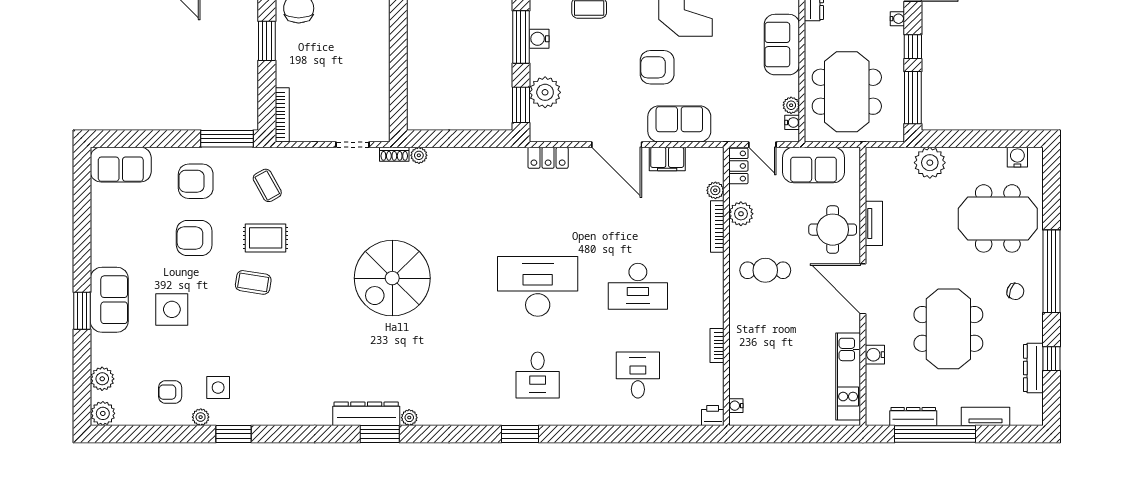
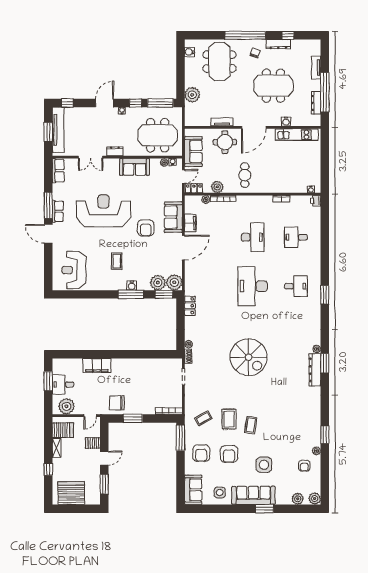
plant: (546, 126) -> (174, 282), added
locker: (548, 158) -> (190, 306), moved
sofa: (109, 300) -> (253, 495), width x1.36
dresser: (1033, 368) -> (278, 44), moved
side table: (218, 388) -> (220, 492), moved

